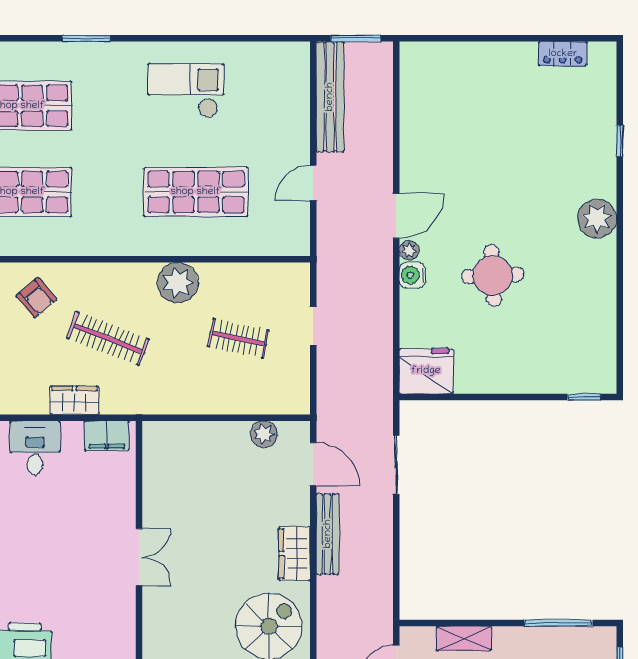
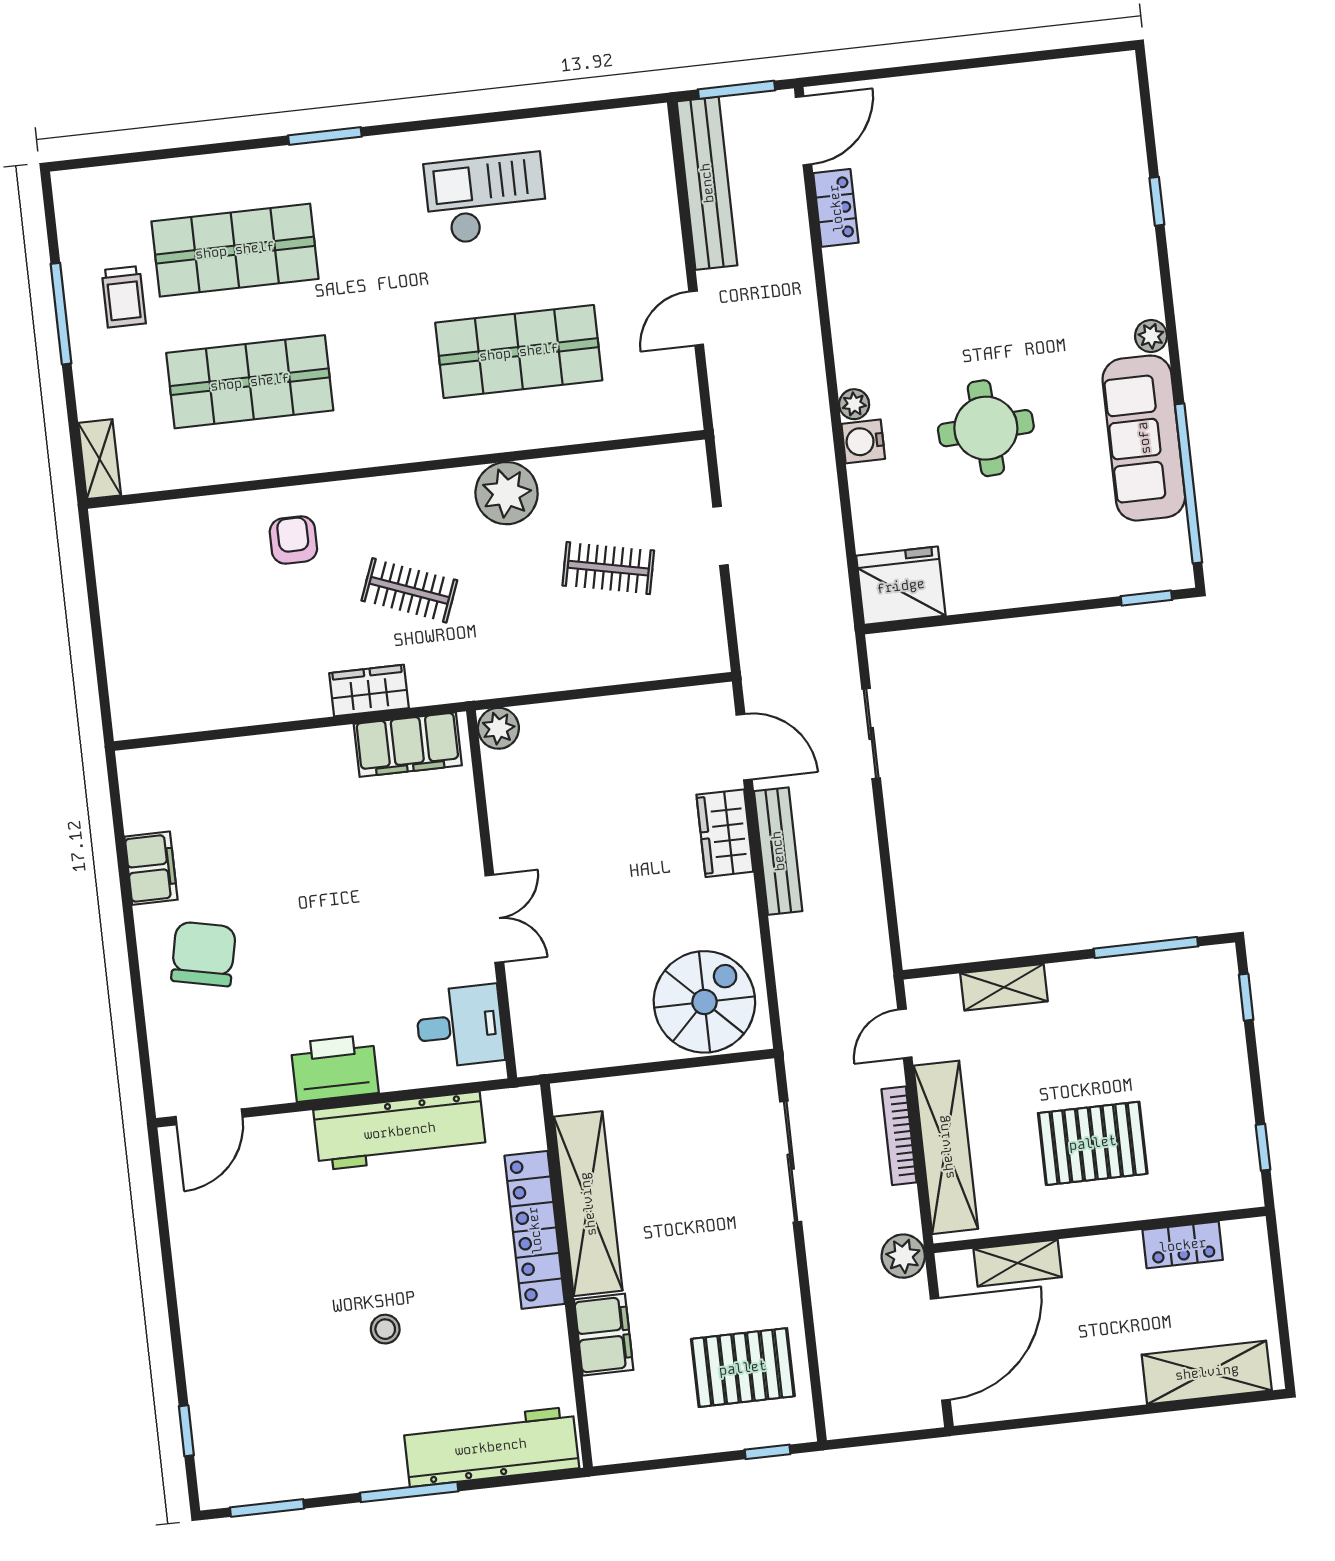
locker: (563, 54) -> (836, 208), moved, turned -90
door: (396, 216) -> (804, 131), moved
plant: (597, 219) -> (1151, 336), width x0.53, depth x0.53
sofa: (594, 293) -> (1144, 438), added
armchair: (37, 298) -> (293, 540), turned -140
window: (620, 326) -> (1189, 483), added
clothes rail: (108, 338) -> (409, 590), width x0.73
plant: (264, 434) -> (498, 728), moved
filing cabinet: (107, 436) -> (408, 745), width x1.50, depth x1.17
desk: (35, 448) -> (460, 1026), moved, turned 90
wardrobe: (294, 554) -> (725, 833), moved

